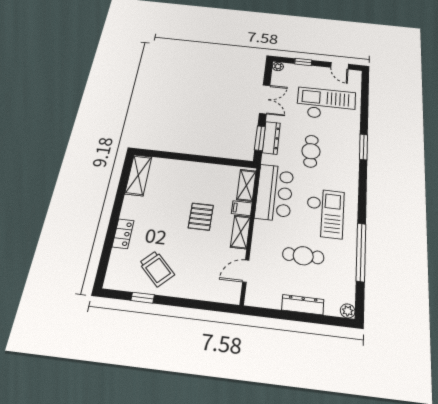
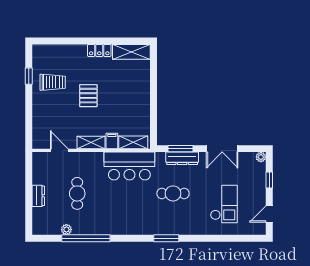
checkout: (326, 104) -> (224, 204), width x0.73, depth x0.83
window: (364, 147) -> (166, 238), moved
checkout: (325, 213) -> (116, 208), removed
pallet: (201, 217) -> (88, 96), moved, turned 90
locker: (123, 234) -> (99, 50), moved
trolley: (157, 269) -> (53, 82), turned -135
dresser: (303, 305) -> (38, 196), width x0.70
plant: (348, 311) -> (66, 230), moved

